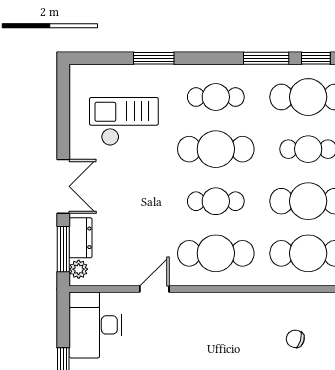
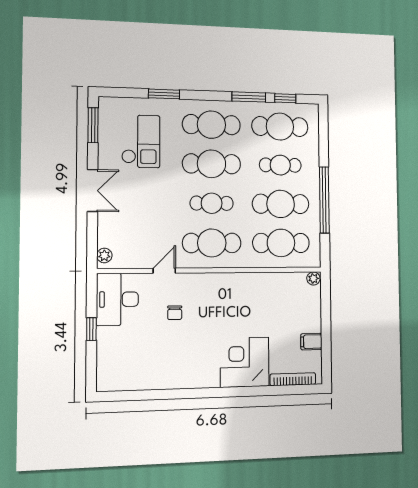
cafe table: (216, 97) -> (211, 125), width x1.37, depth x1.35
checkout: (124, 121) -> (141, 141), turned 90
dresser: (81, 238) -> (106, 231), removed
window: (63, 249) -> (93, 125), moved
chair: (295, 339) -> (175, 313), moved, turned -107

